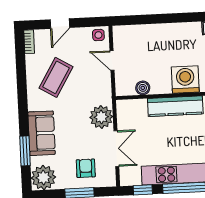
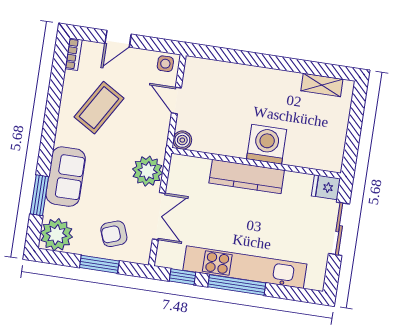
boiler: (143, 88) -> (182, 140), moved
armchair: (86, 168) -> (114, 234), turned -110

